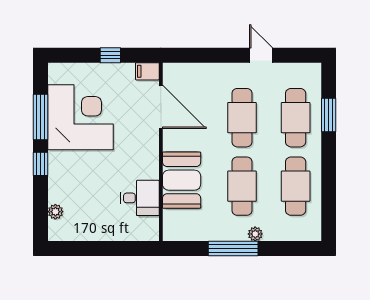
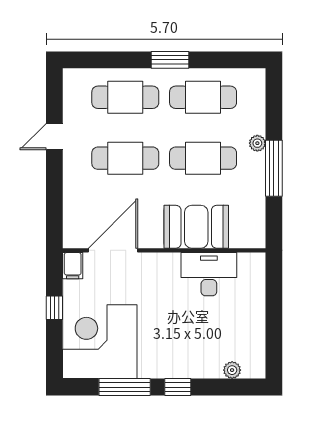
window: (329, 115) -> (170, 60), moved
corner desk: (80, 117) -> (100, 342), moved
desk: (140, 198) -> (209, 274), width x1.37

